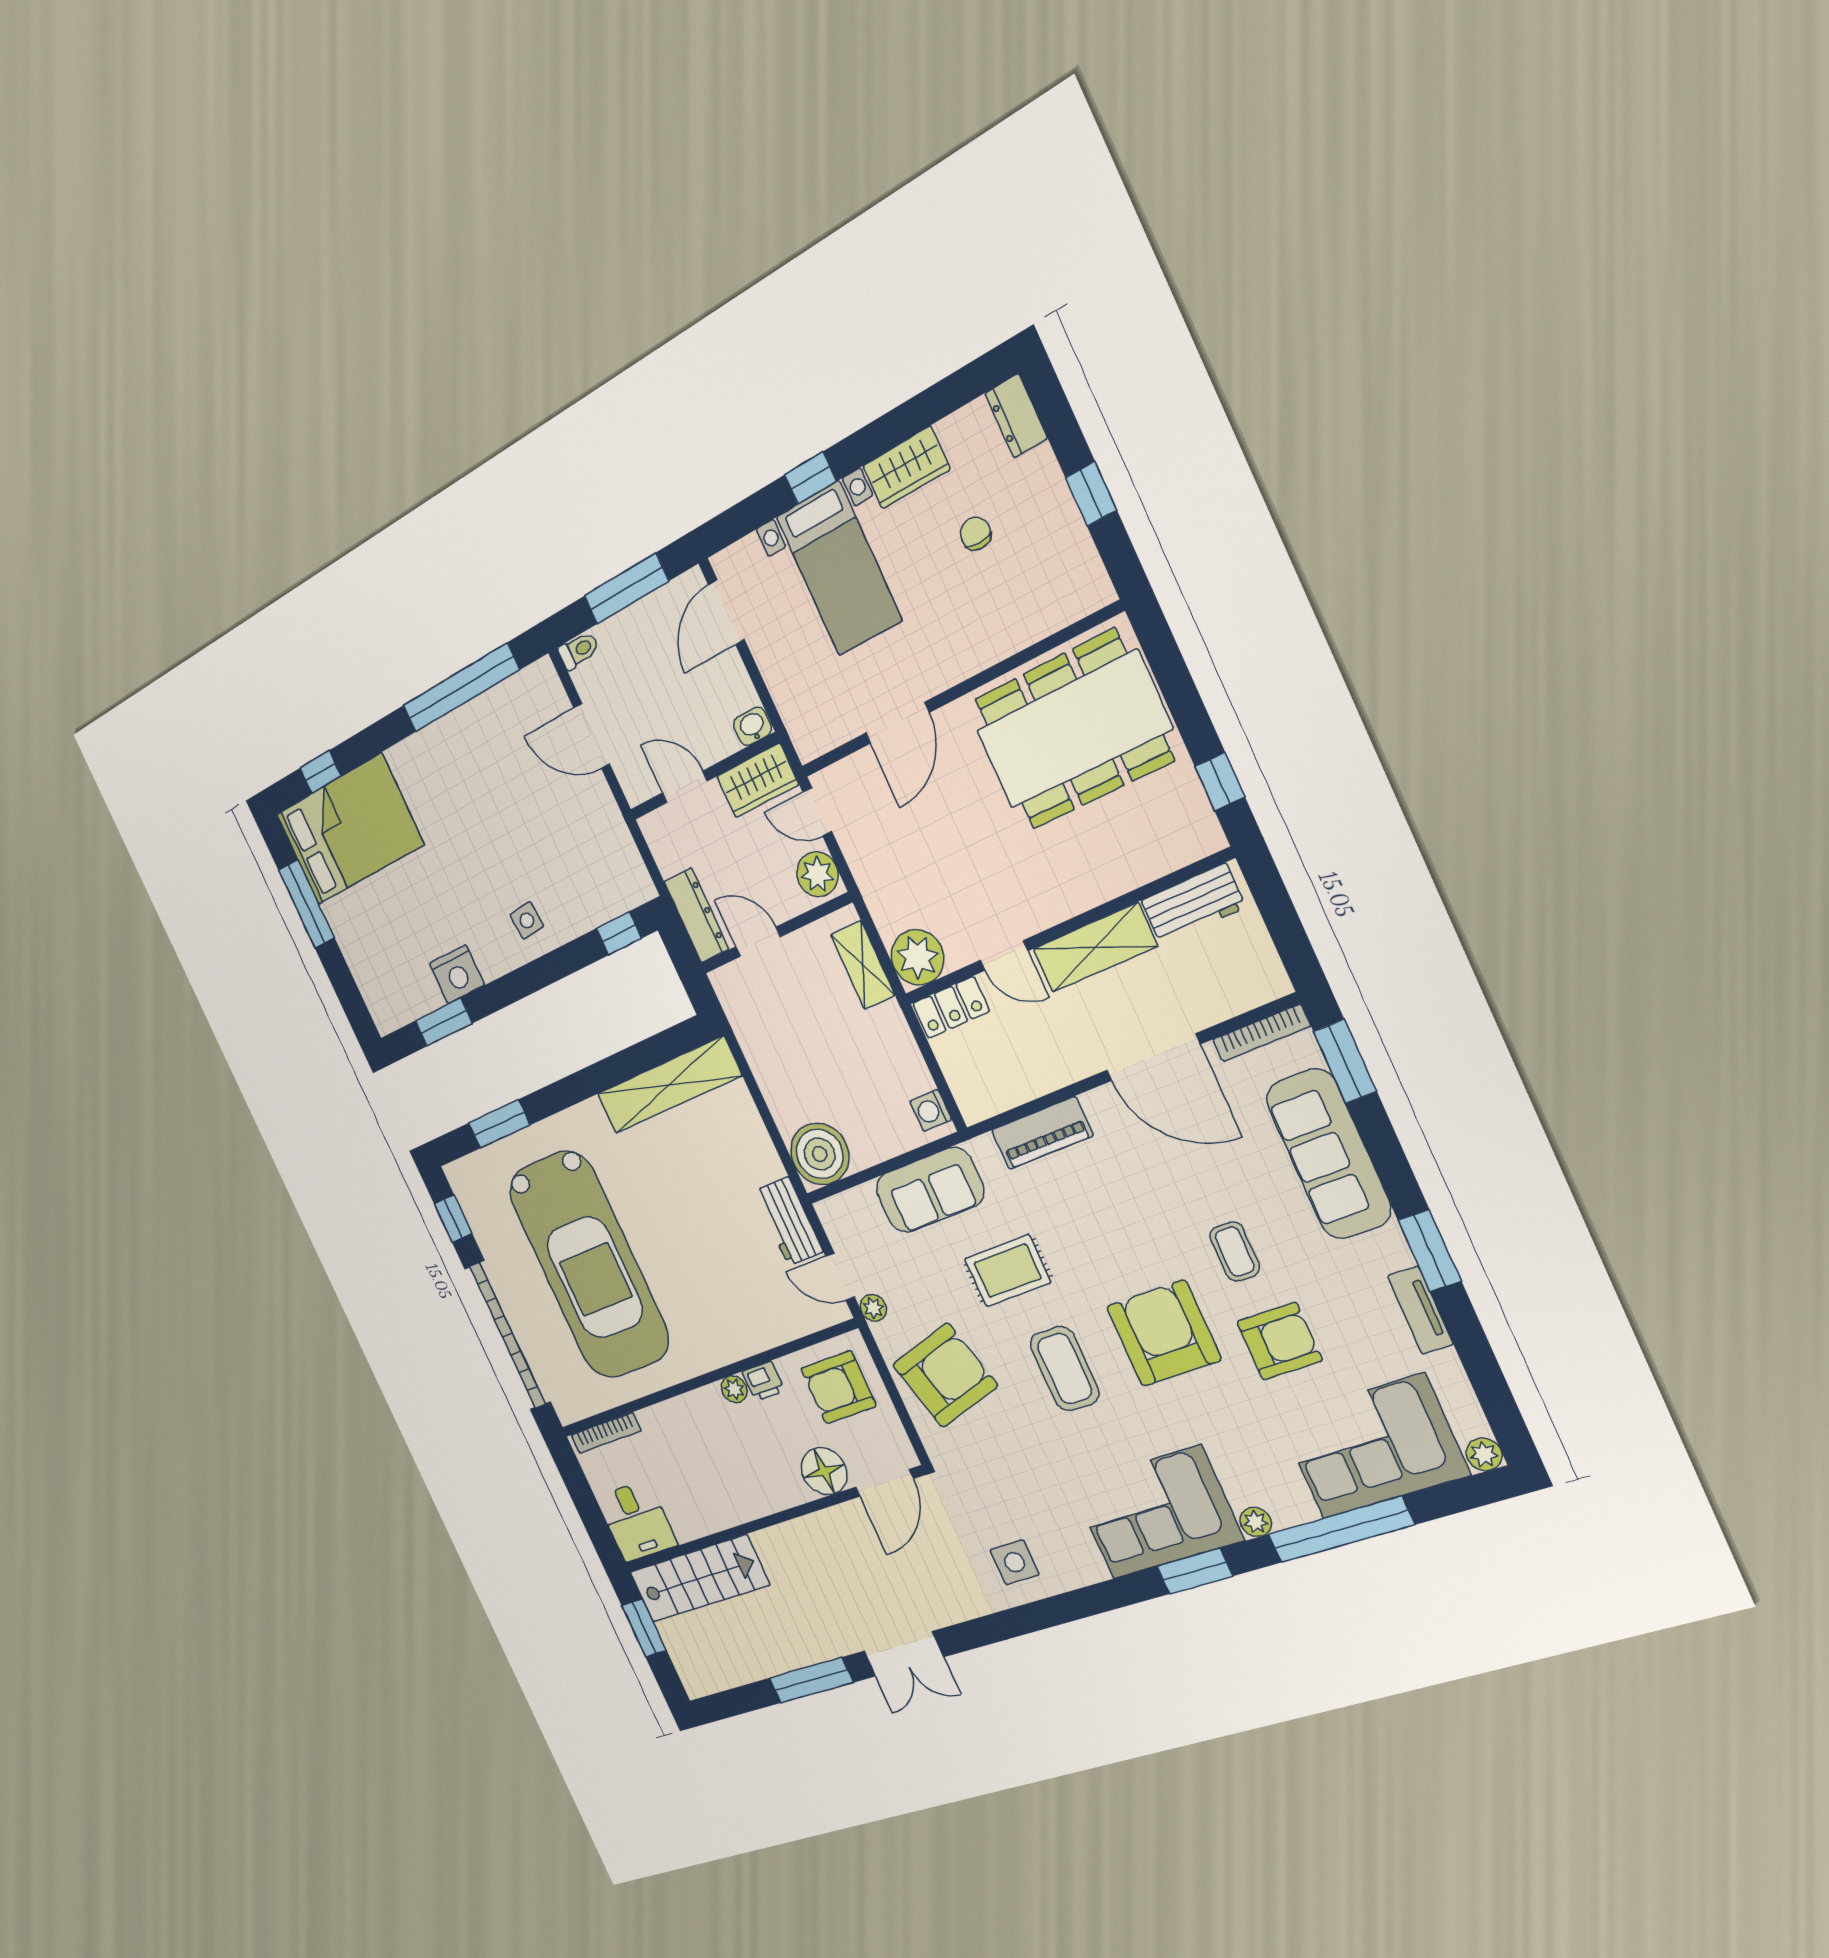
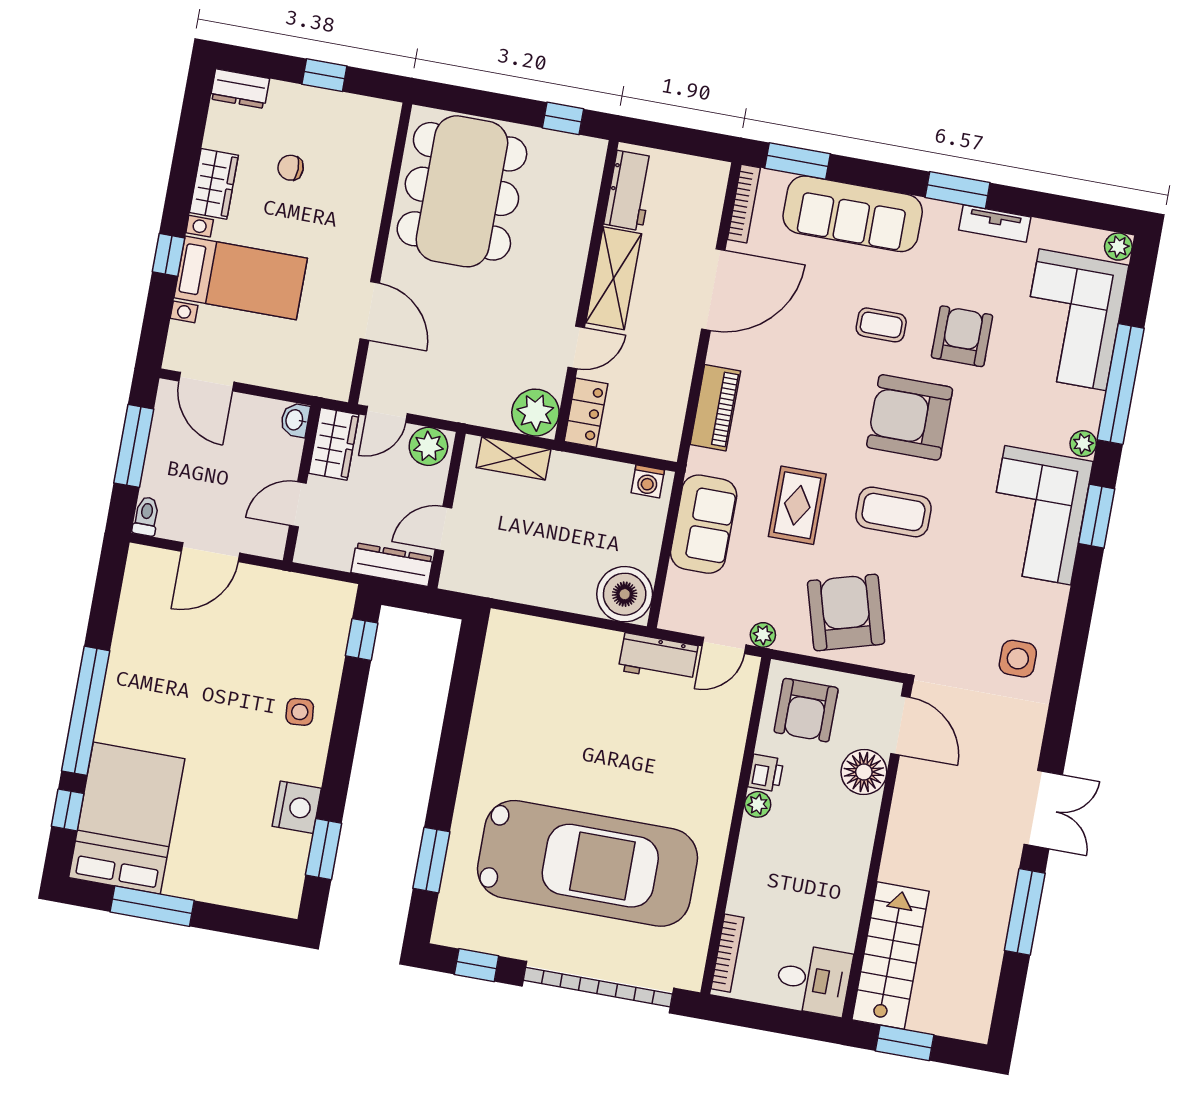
window: (461, 688) -> (86, 711), moved
shelving: (669, 1085) -> (497, 683), removed

